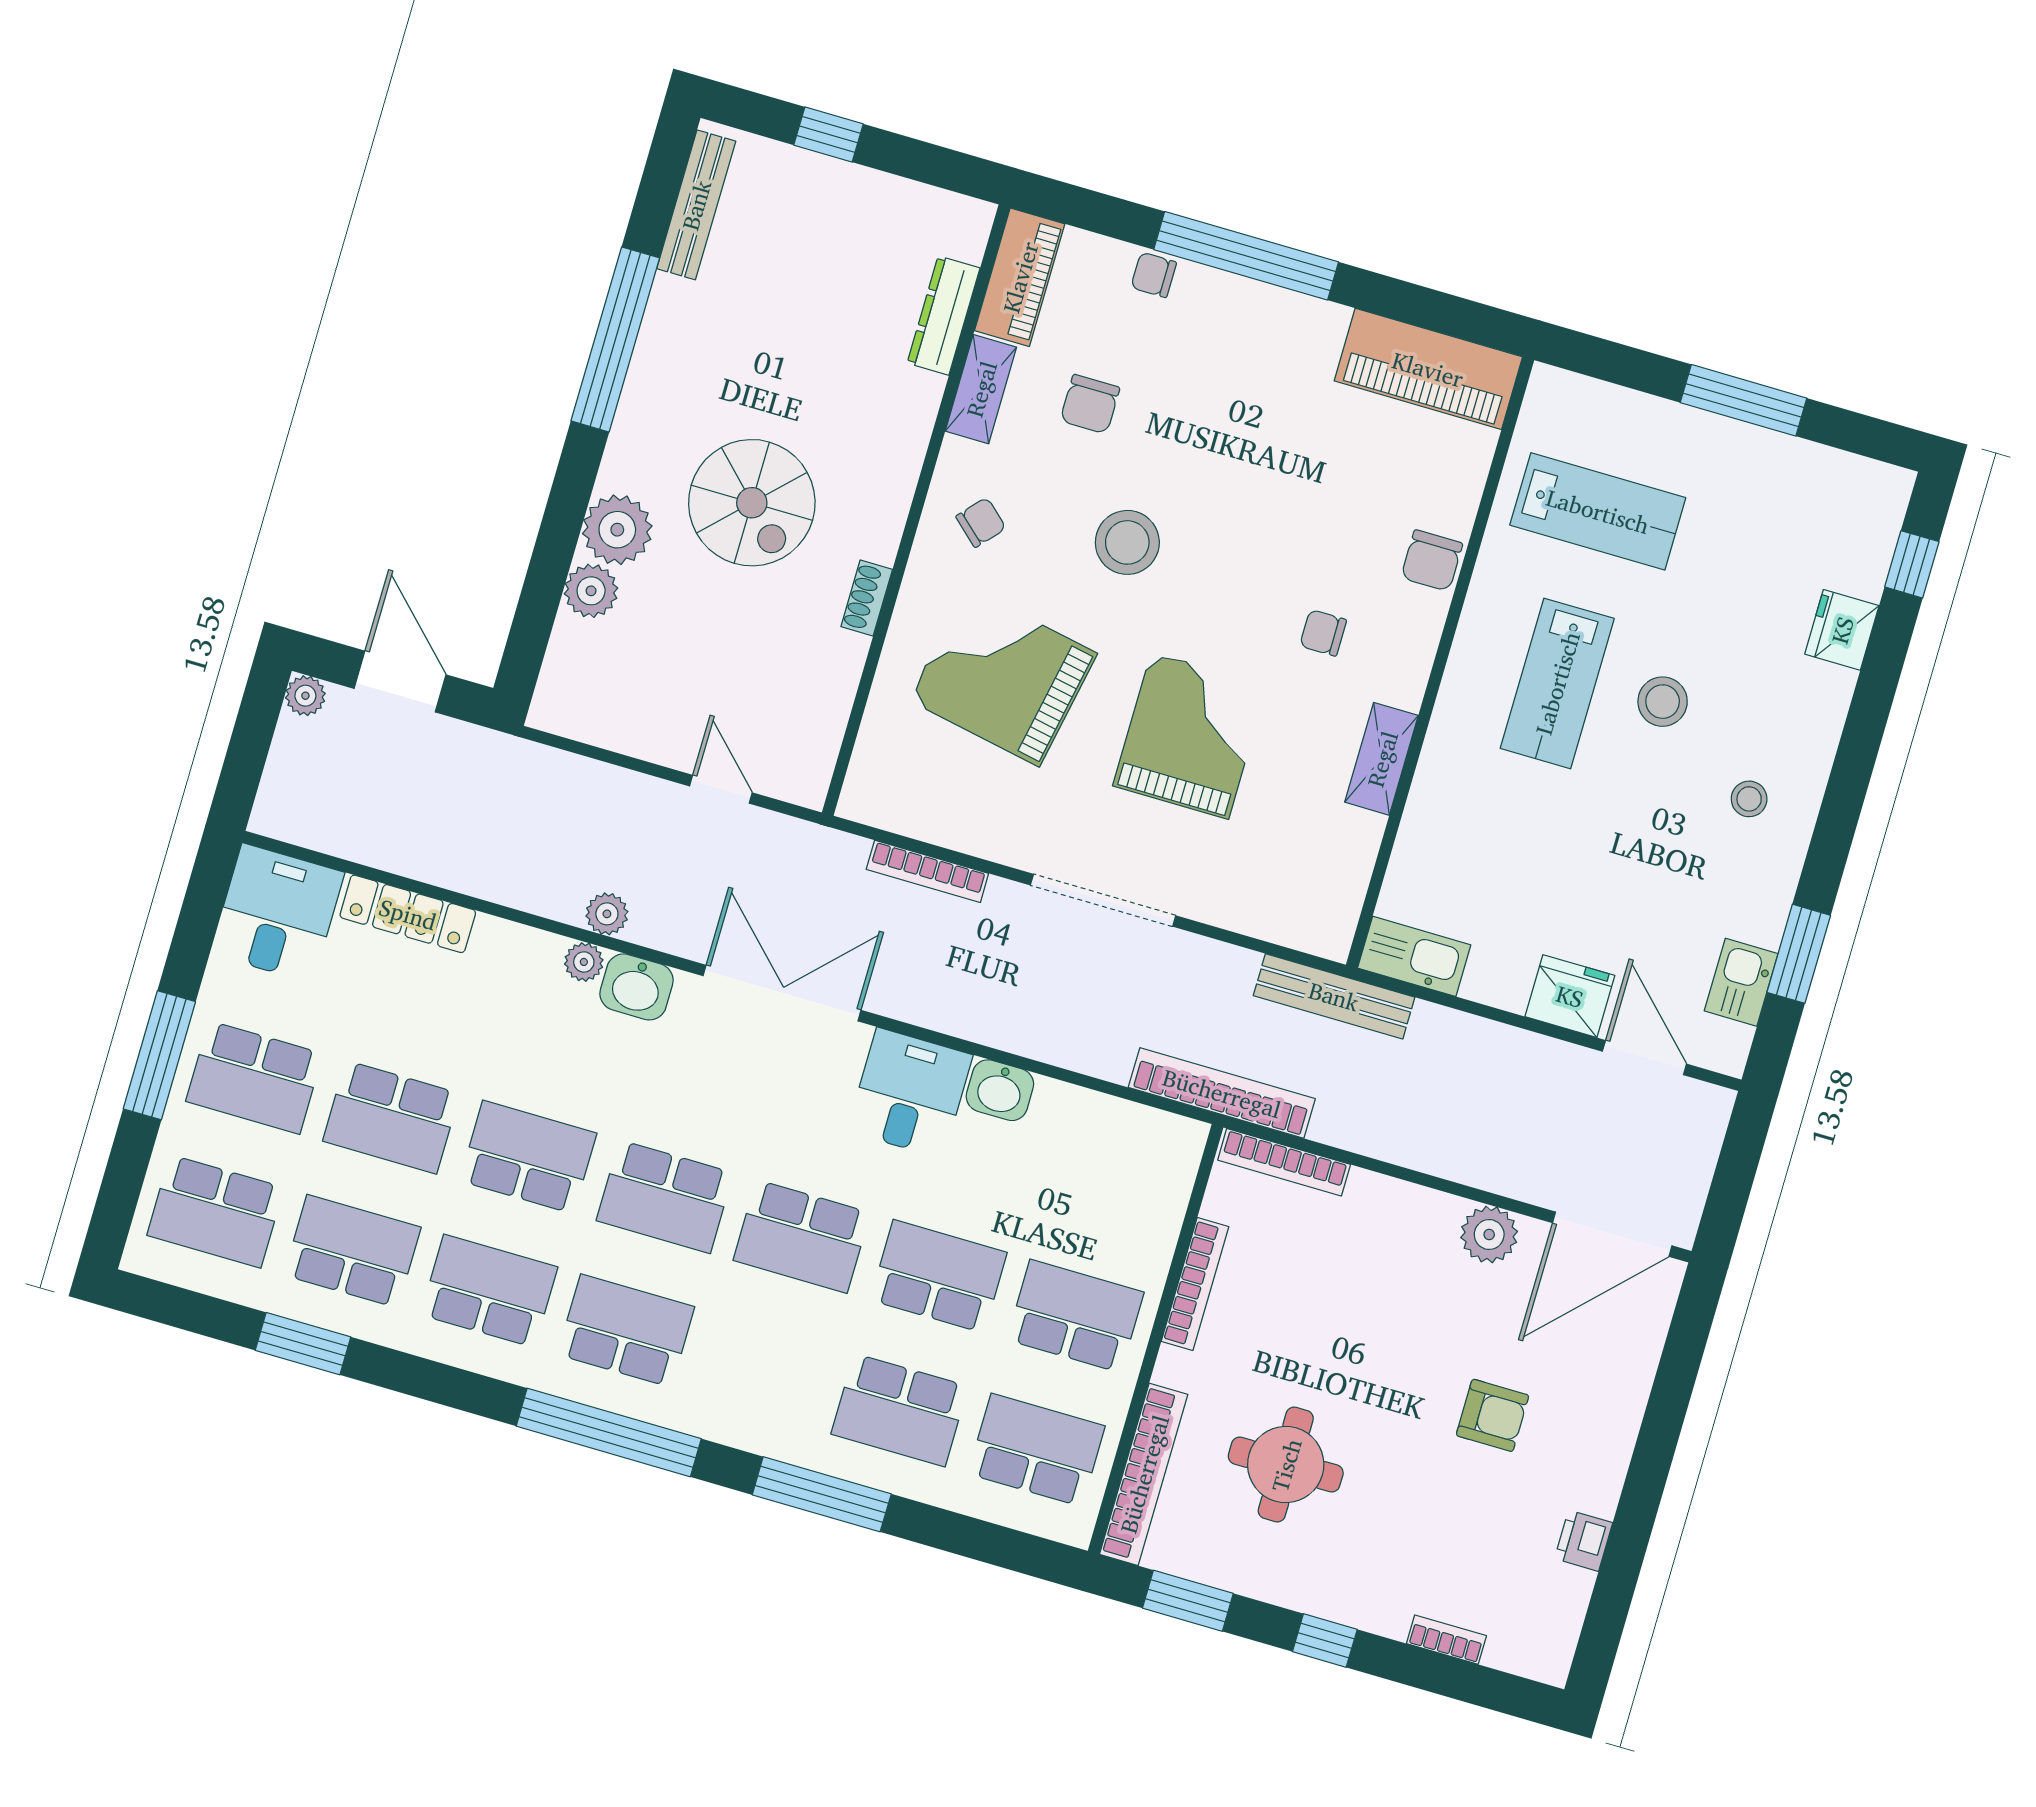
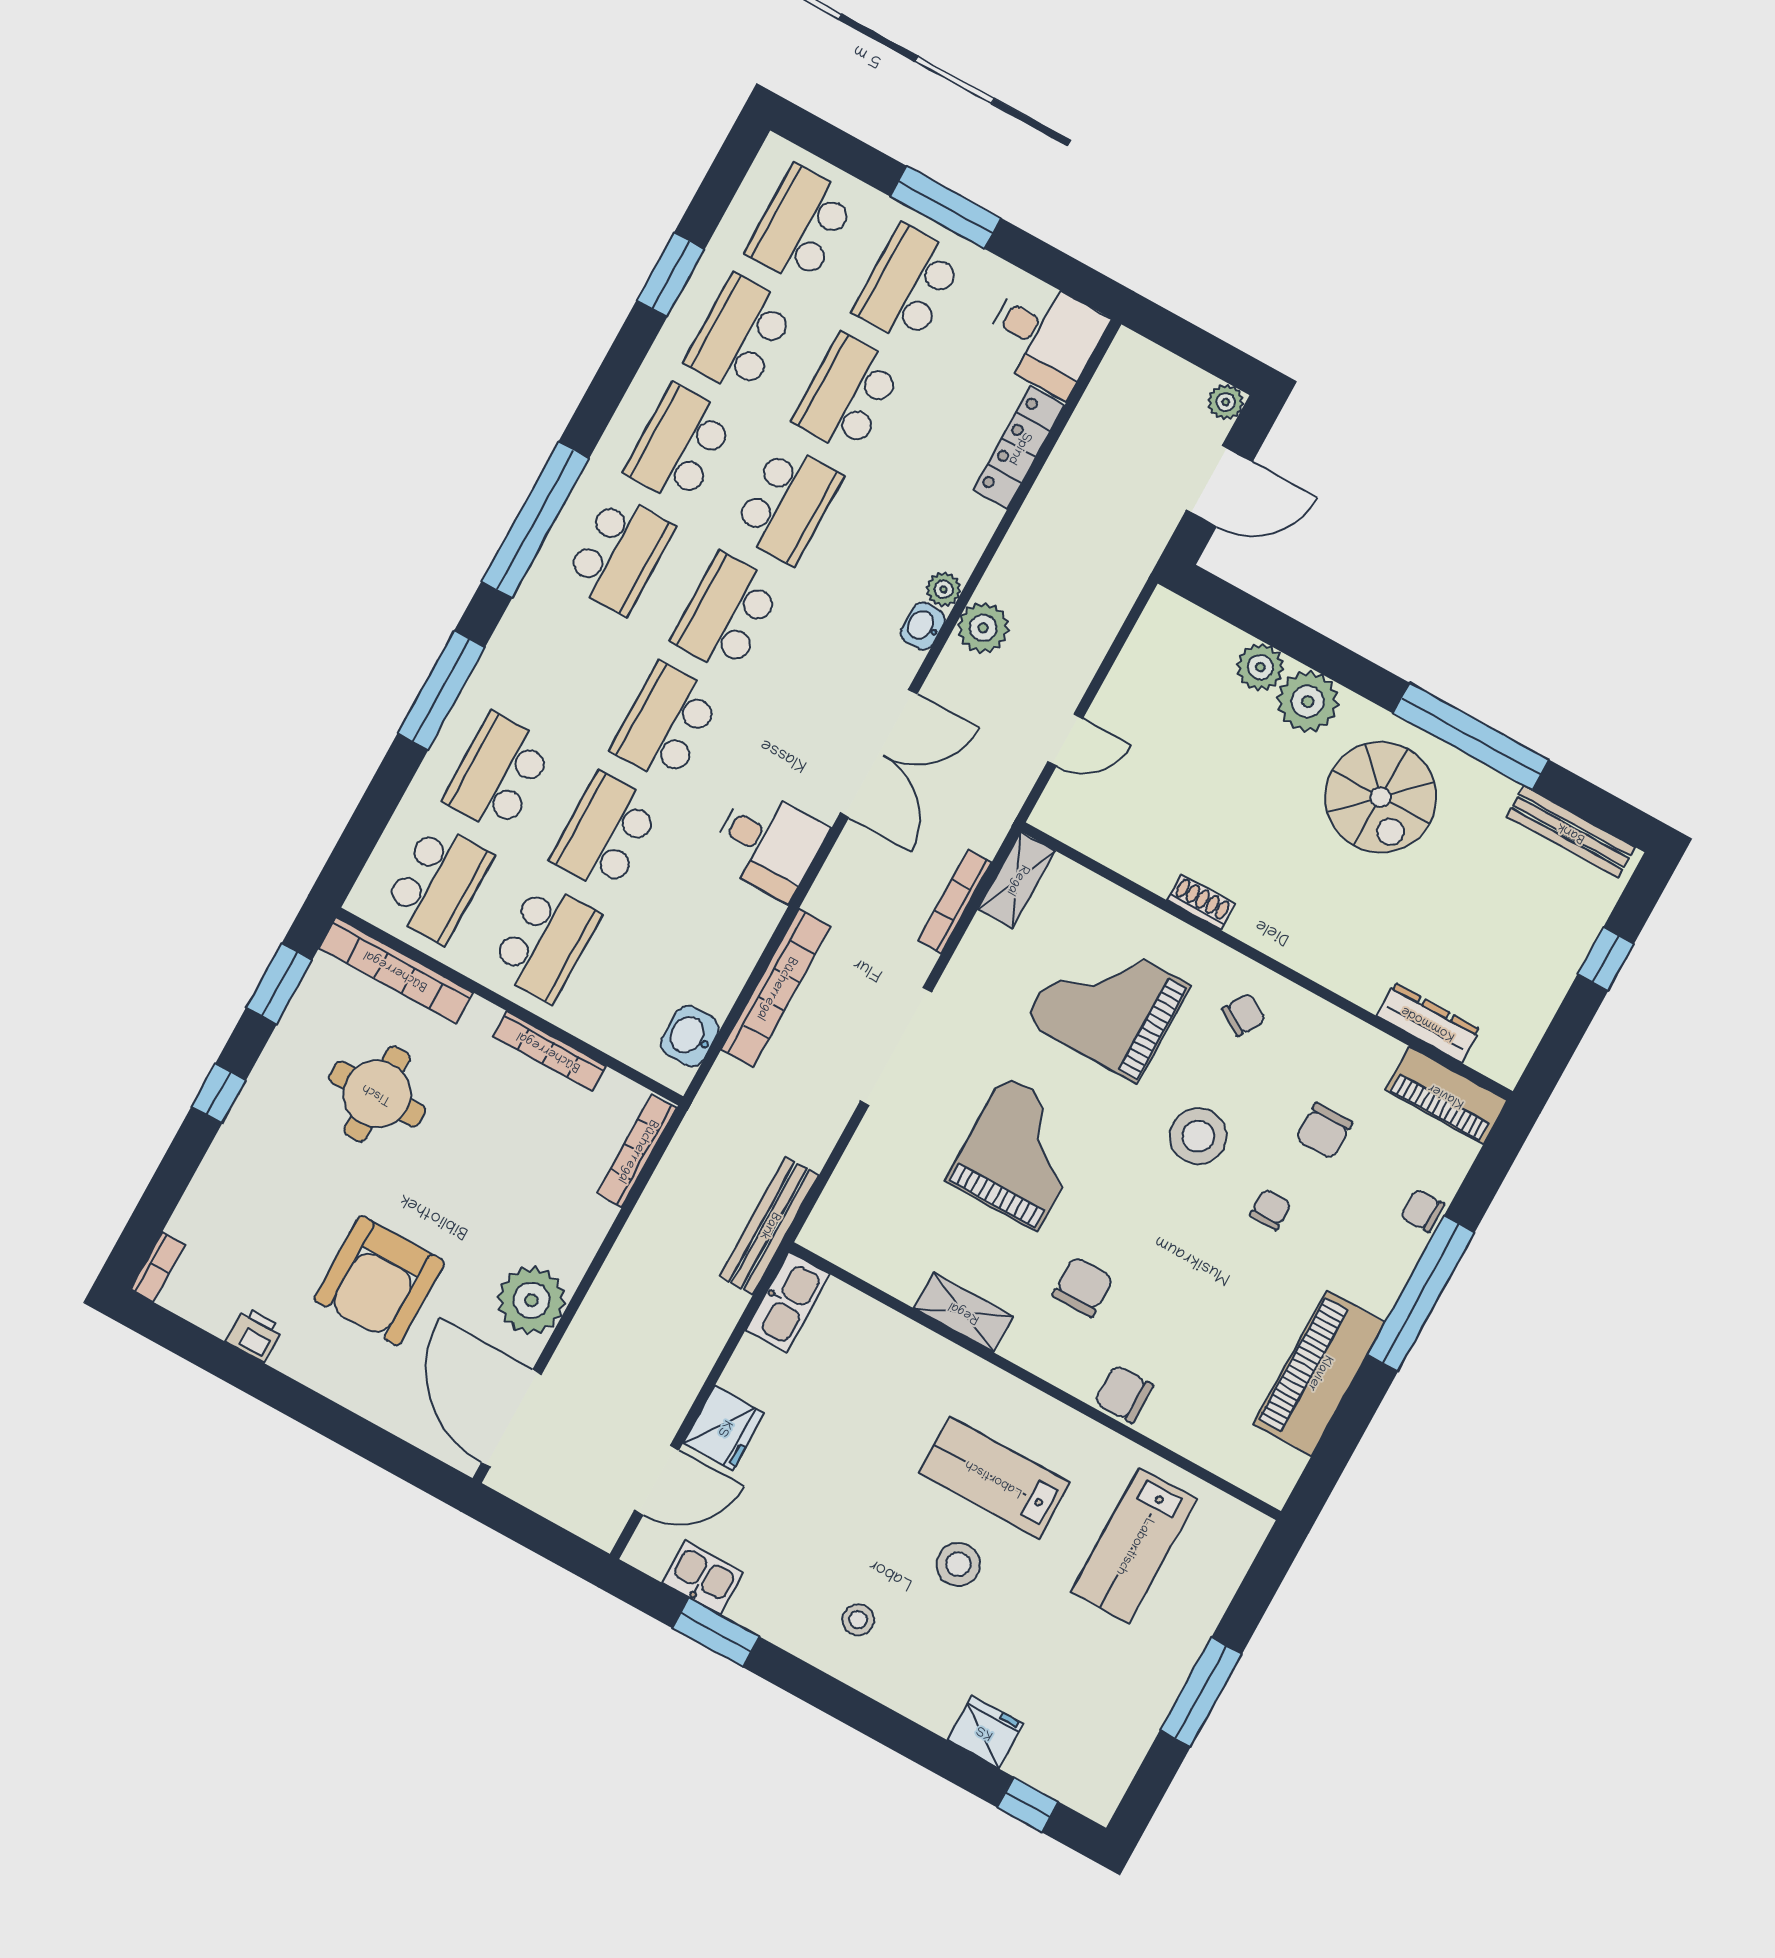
chair: (1154, 275) -> (1423, 1211), turned -90
piano: (1428, 369) -> (1319, 1373), moved
shelving: (981, 389) -> (1017, 880), moved, turned 90
chair: (1090, 404) -> (1324, 1131), turned -90
chair: (1190, 444) -> (1270, 1209), added
spiral stairs: (752, 503) -> (1381, 797), moved, turned -90
chair: (981, 522) -> (1244, 1015), turned -100
chair: (1323, 633) -> (1083, 1287), width x1.37, depth x1.37
grand piano: (1003, 677) -> (1107, 1004), turned -101
grand piano: (1190, 736) -> (1021, 1153), turned -90
plant: (607, 914) -> (983, 628), width x1.38, depth x1.38
washbasin: (636, 987) -> (923, 626), width x0.72, depth x0.69
washbasin: (1000, 1090) -> (690, 1036), moved
bookcase: (1222, 1093) -> (776, 988), moved
plant: (1489, 1234) -> (531, 1300), width x1.36, depth x1.36
school desk: (352, 1251) -> (740, 335), turned 180
school desk: (939, 1276) -> (606, 833), turned 180
school desk: (489, 1291) -> (680, 445), turned 180
armchair: (1493, 1415) -> (379, 1281), width x1.88, depth x1.88
bookcase: (1446, 1640) -> (158, 1267), moved

